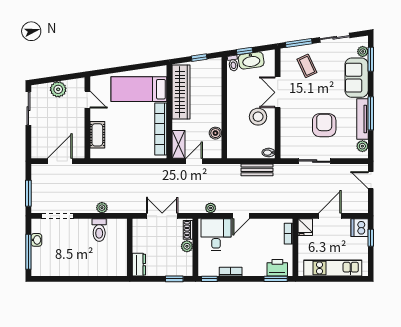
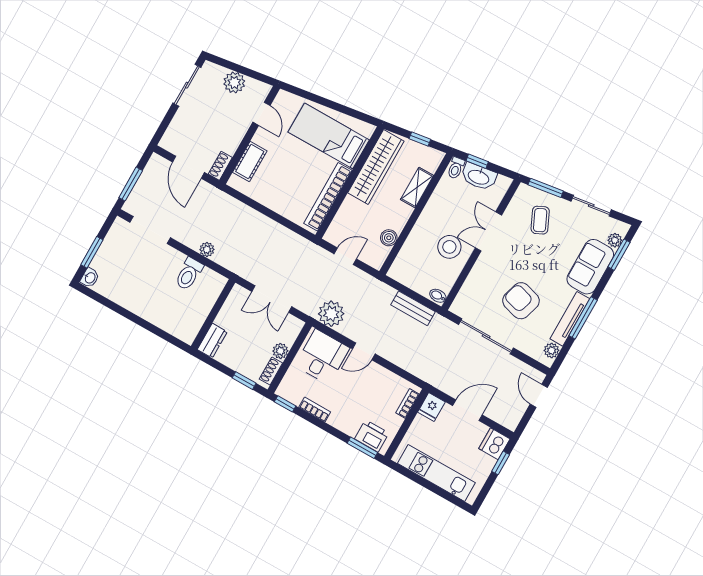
armchair: (324, 125) -> (521, 301), turned -74
shelving: (178, 144) -> (417, 187), moved
shoe rack: (80, 148) -> (220, 166), added
door: (60, 161) -> (189, 167), swing flipped
sliding door: (315, 161) -> (486, 336), width x1.37
plant: (211, 208) -> (331, 314), width x1.87, depth x1.87
double door: (162, 216) -> (272, 299), swing flipped
shoe rack: (188, 230) -> (271, 371), moved
washbasin: (36, 240) -> (90, 278), moved
window: (28, 252) -> (92, 252), width x0.69

